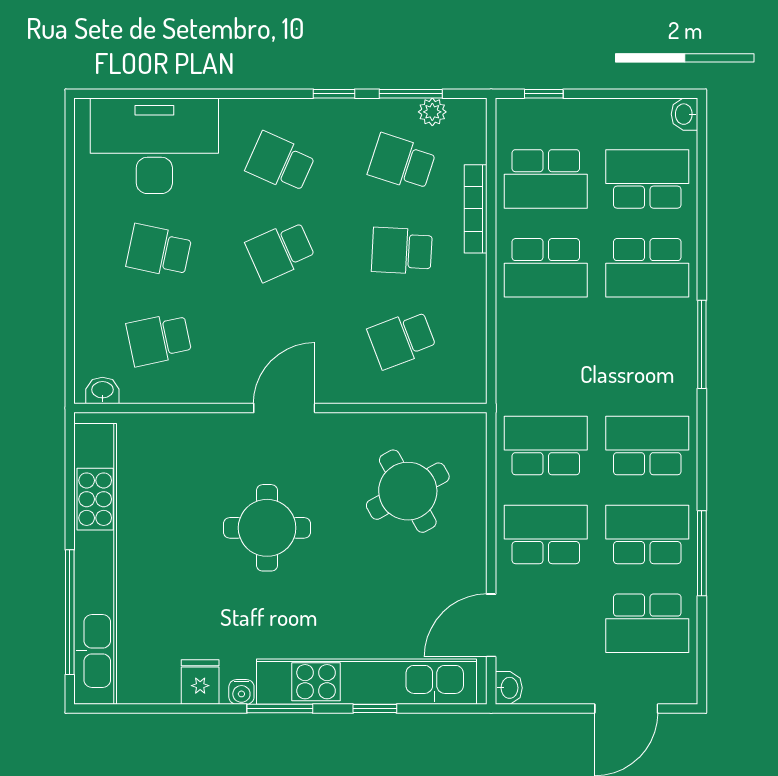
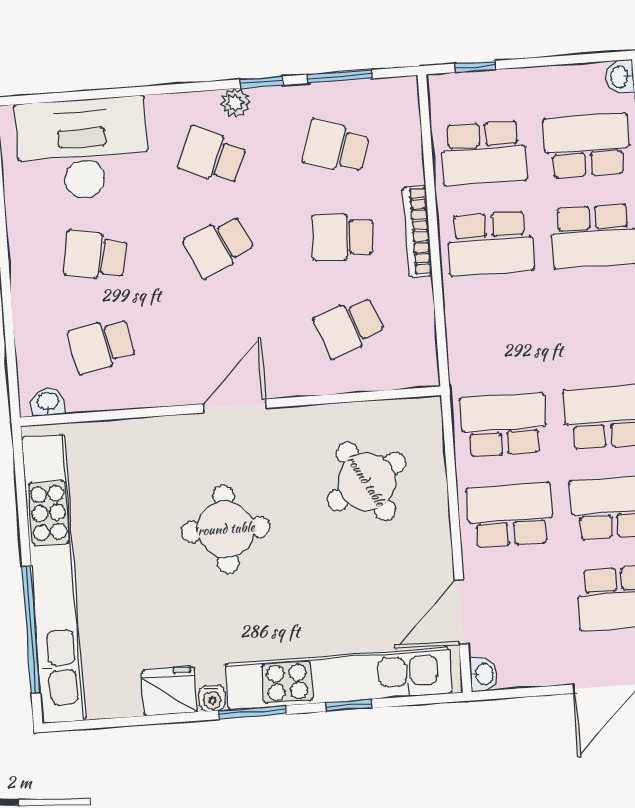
plant: (432, 112) -> (235, 103), moved
bookcase: (476, 209) -> (418, 231), moved
fridge: (200, 682) -> (169, 691), width x1.38

